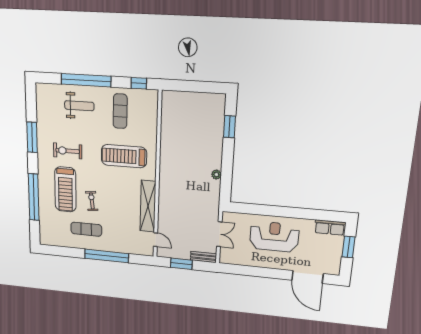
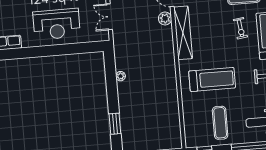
plant: (164, 223) -> (165, 19), added

